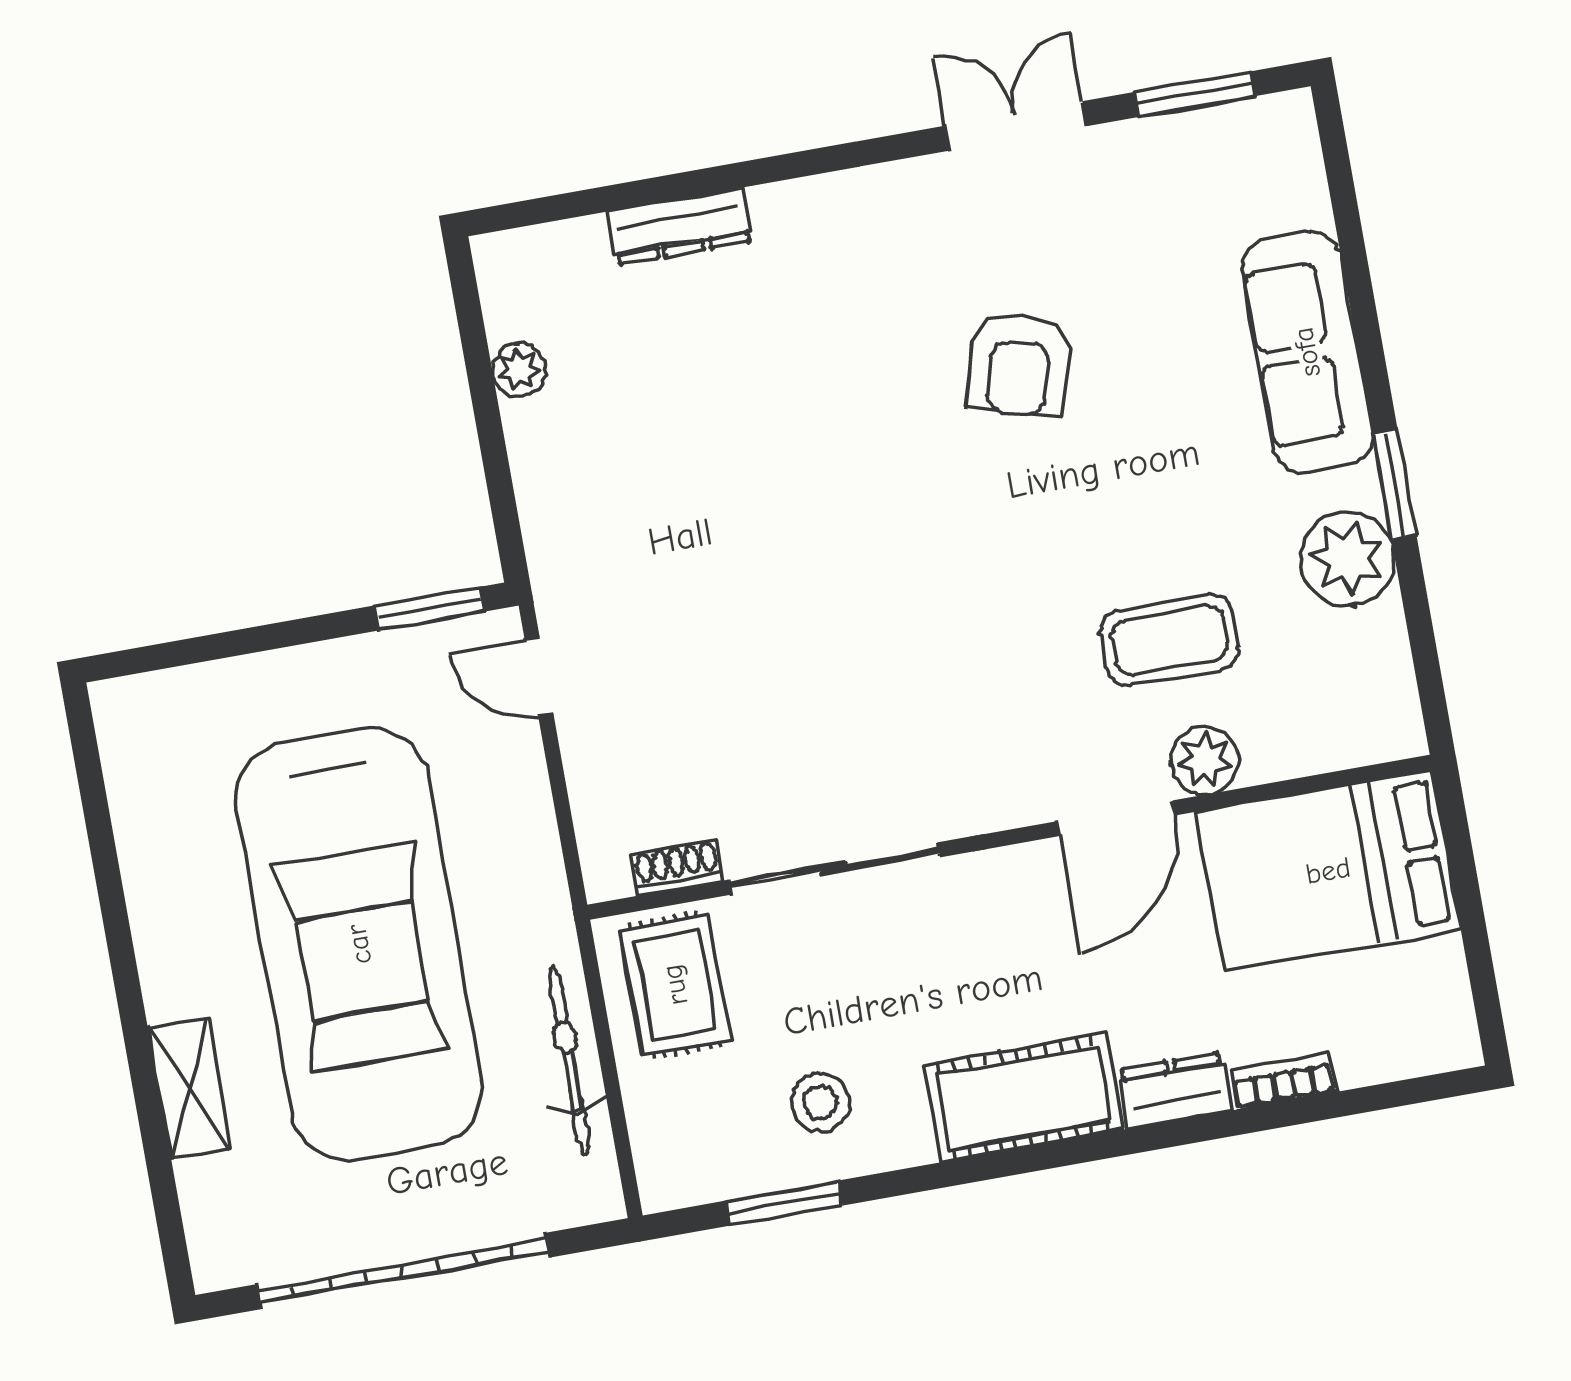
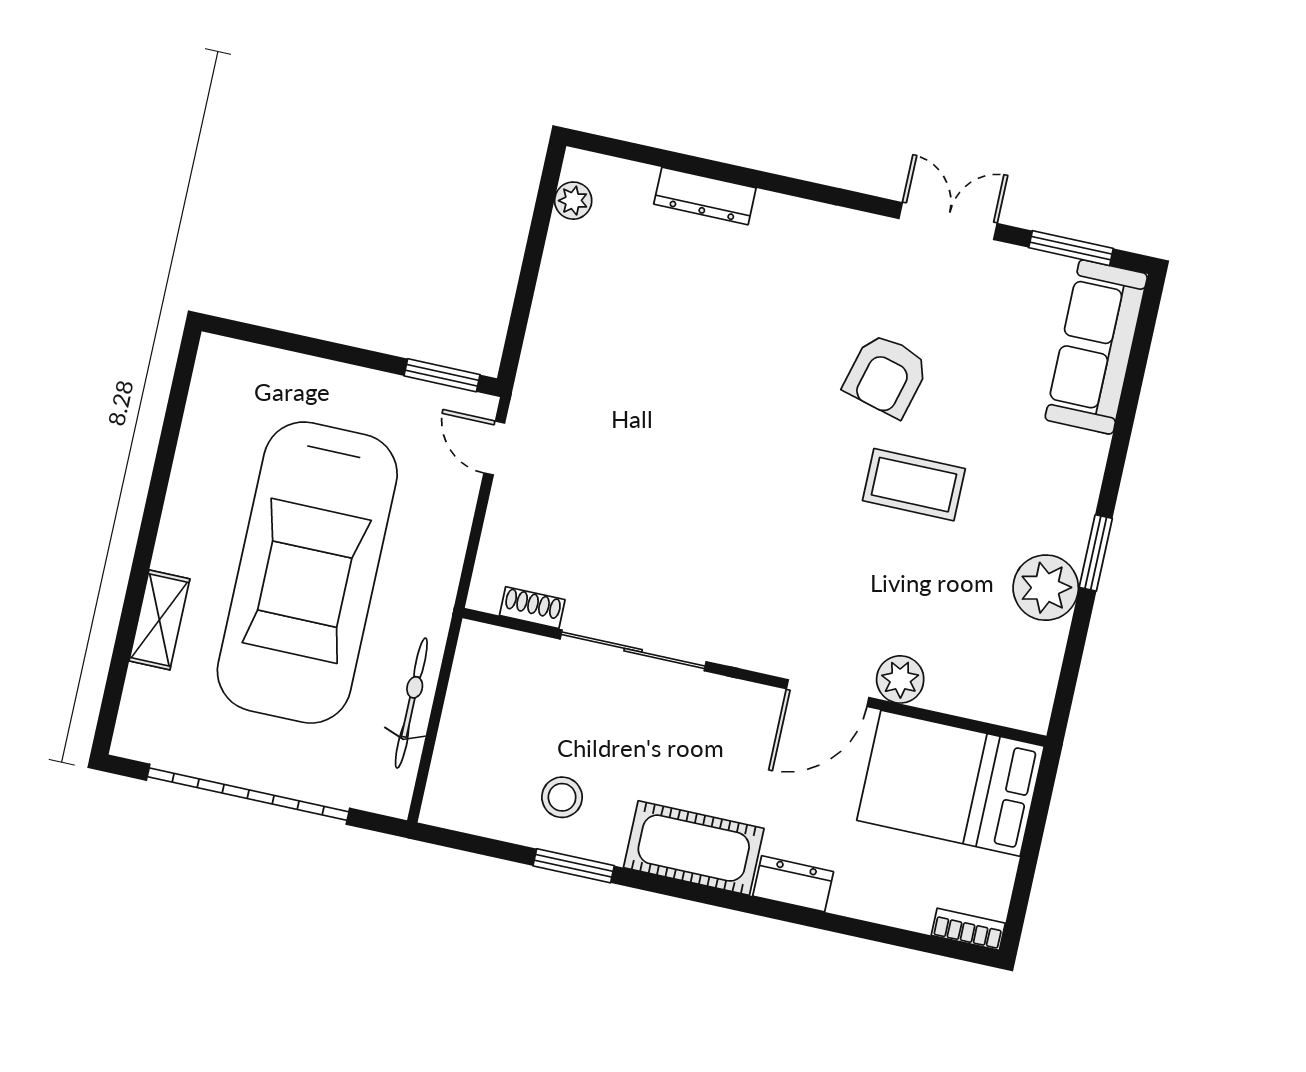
sofa: (1307, 352) -> (1096, 347), moved
plant: (519, 370) -> (573, 201), moved
coffee table: (1170, 640) -> (914, 485), moved
rug: (675, 985) -> (500, 683), removed
bookcase: (1283, 1081) -> (968, 929), moved
window: (784, 1203) -> (574, 866), moved

